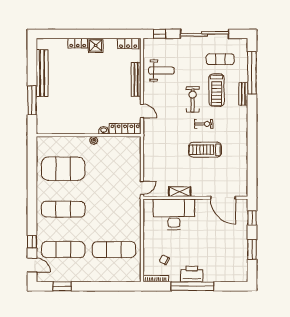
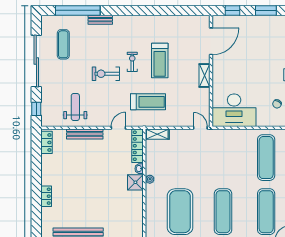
shower: (96, 45) -> (135, 182), moved
treadmill: (217, 90) -> (148, 102), moved
shelving: (136, 147) -> (157, 134), added
shelving: (180, 192) -> (205, 75), moved
desk: (174, 214) -> (234, 110), moved, turned -90

